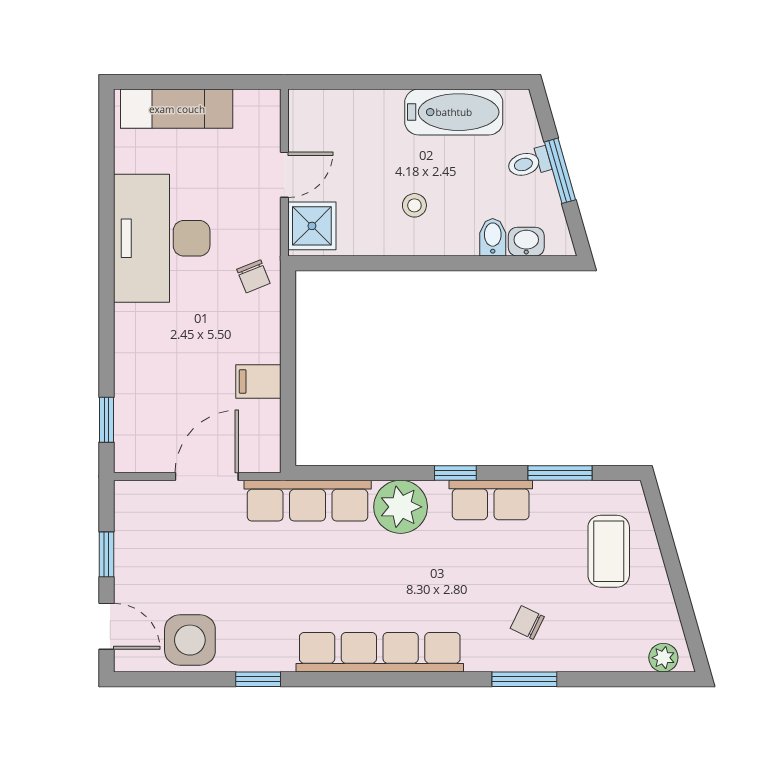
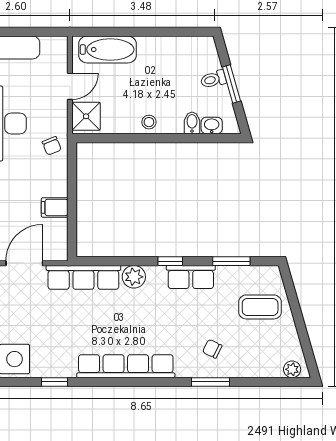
bathtub: (454, 112) -> (107, 50), moved
stool: (414, 205) -> (149, 122), moved
plant: (401, 507) -> (134, 277), width x0.73, depth x0.73
coffee table: (609, 551) -> (260, 307), turned 90

